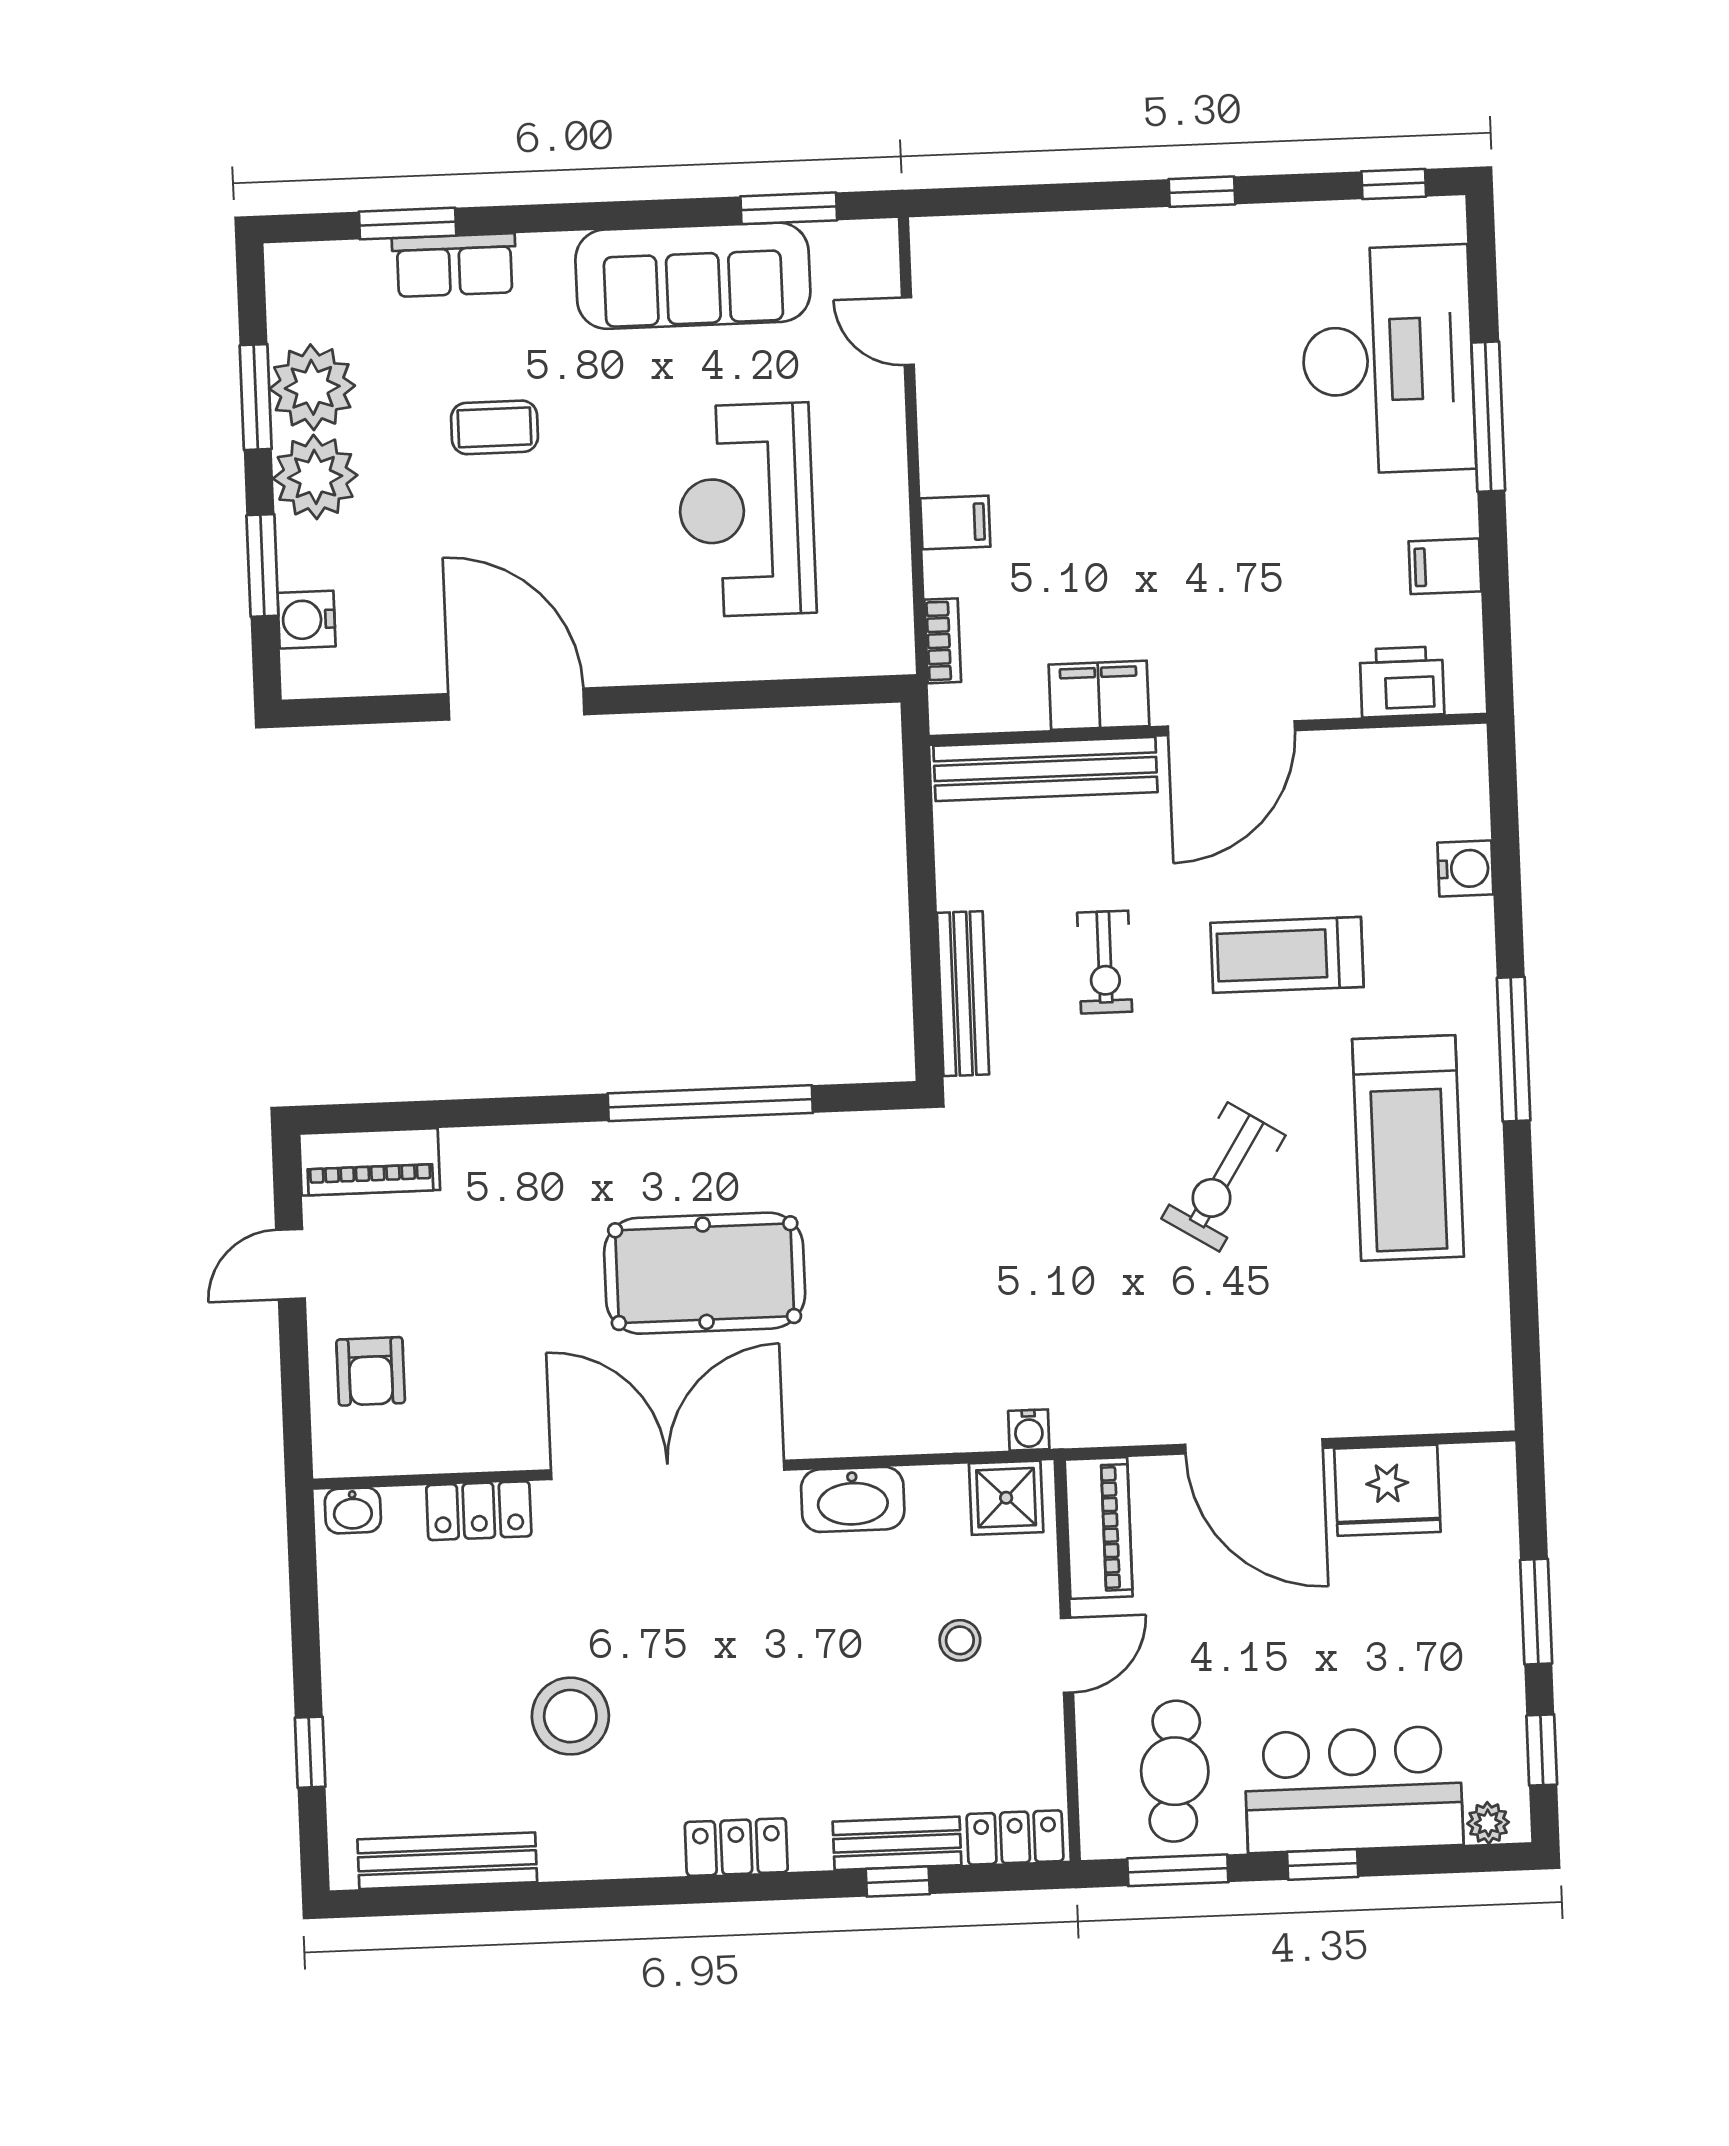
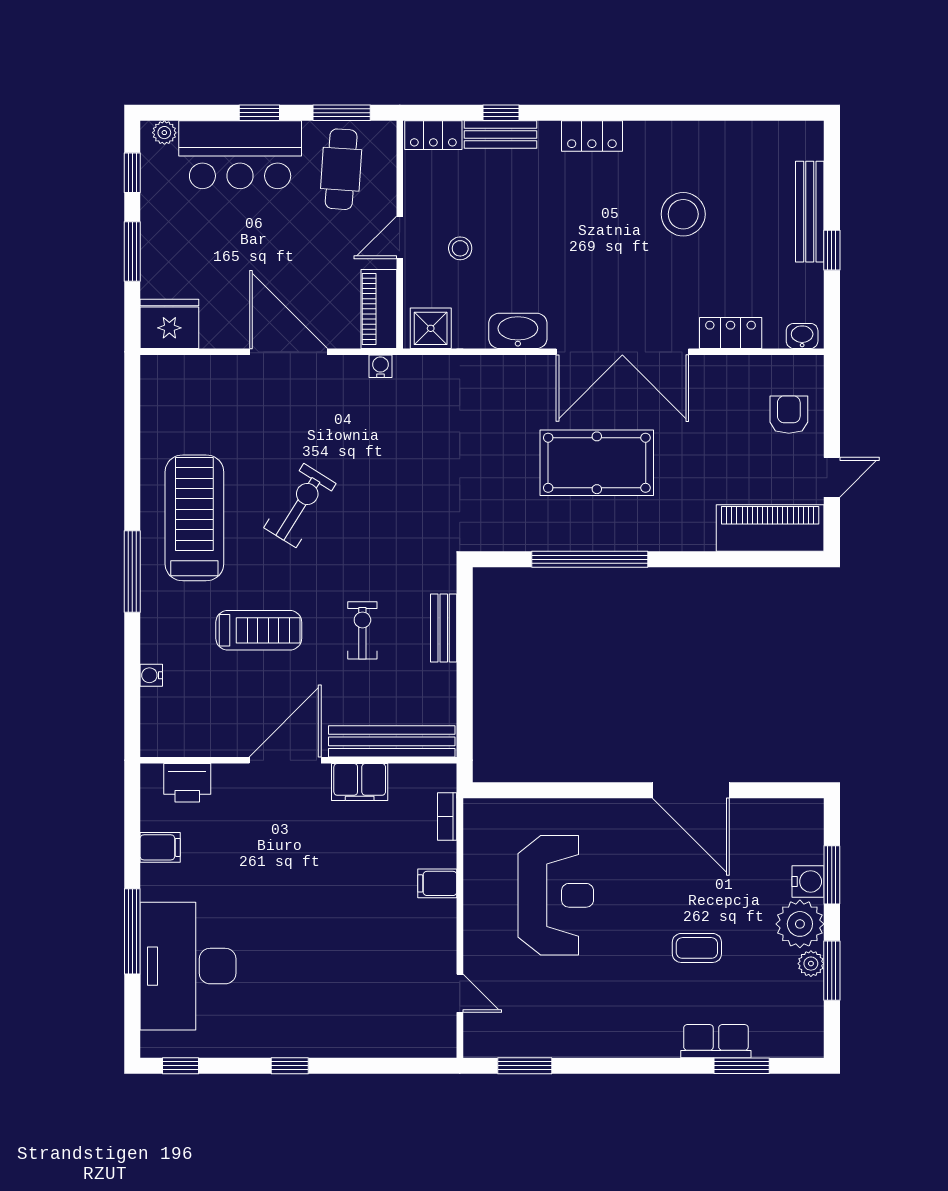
sofa: (693, 276) -> (581, 1030), removed
plant: (312, 387) -> (811, 964), width x0.53, depth x0.53
water cooler: (307, 620) -> (808, 881), moved
water cooler: (1465, 869) -> (151, 675), width x0.72, depth x0.72
bench: (963, 994) -> (444, 628), width x0.73
piano: (370, 1162) -> (770, 528), width x1.37, depth x1.33
water cooler: (1029, 1430) -> (380, 366), moved
fridge: (1387, 1490) -> (169, 324), moved
window: (310, 1752) -> (832, 250), moved
bench: (447, 1861) -> (810, 212), moved, turned 90

